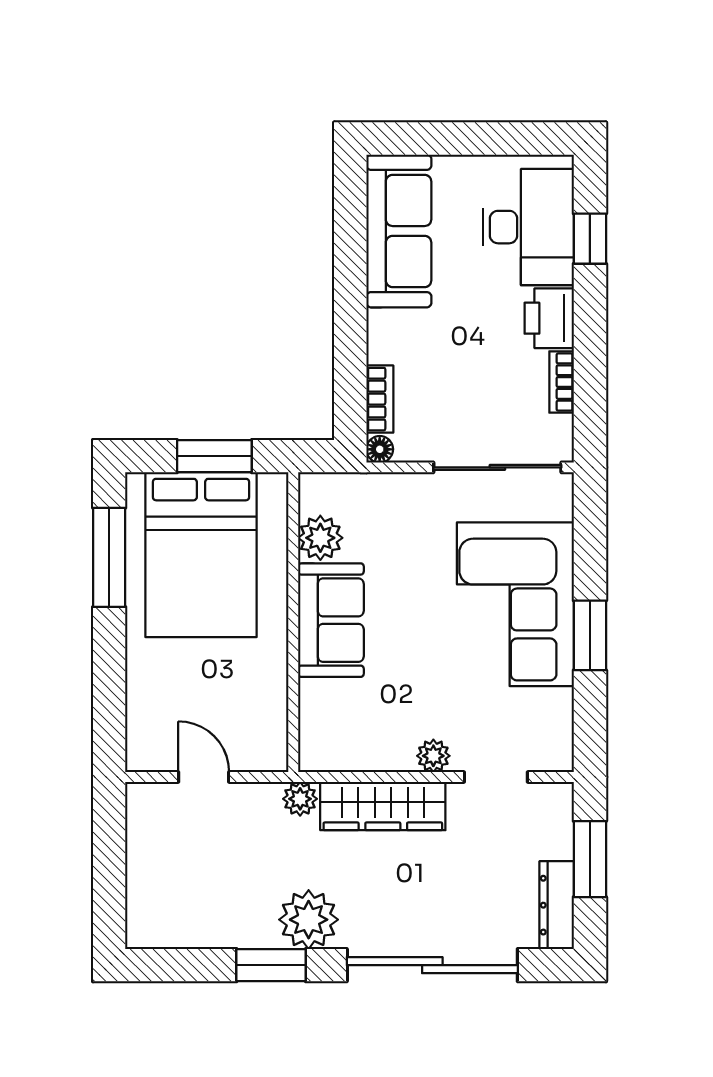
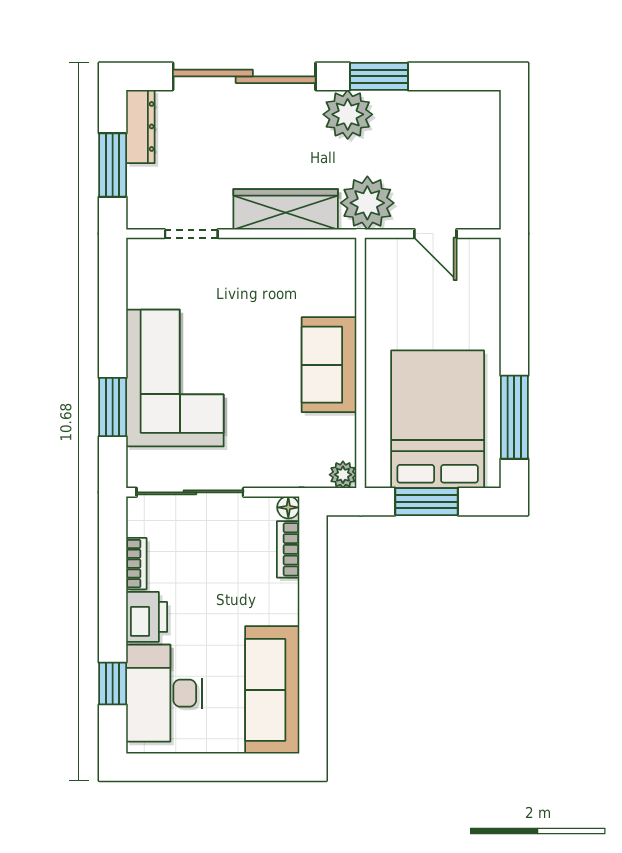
plant: (320, 538) -> (343, 475), moved, width x0.73, depth x0.73
window: (590, 635) -> (113, 407), moved
plant: (433, 756) -> (243, 251), removed
plant: (300, 799) -> (367, 203), width x1.87, depth x1.87

